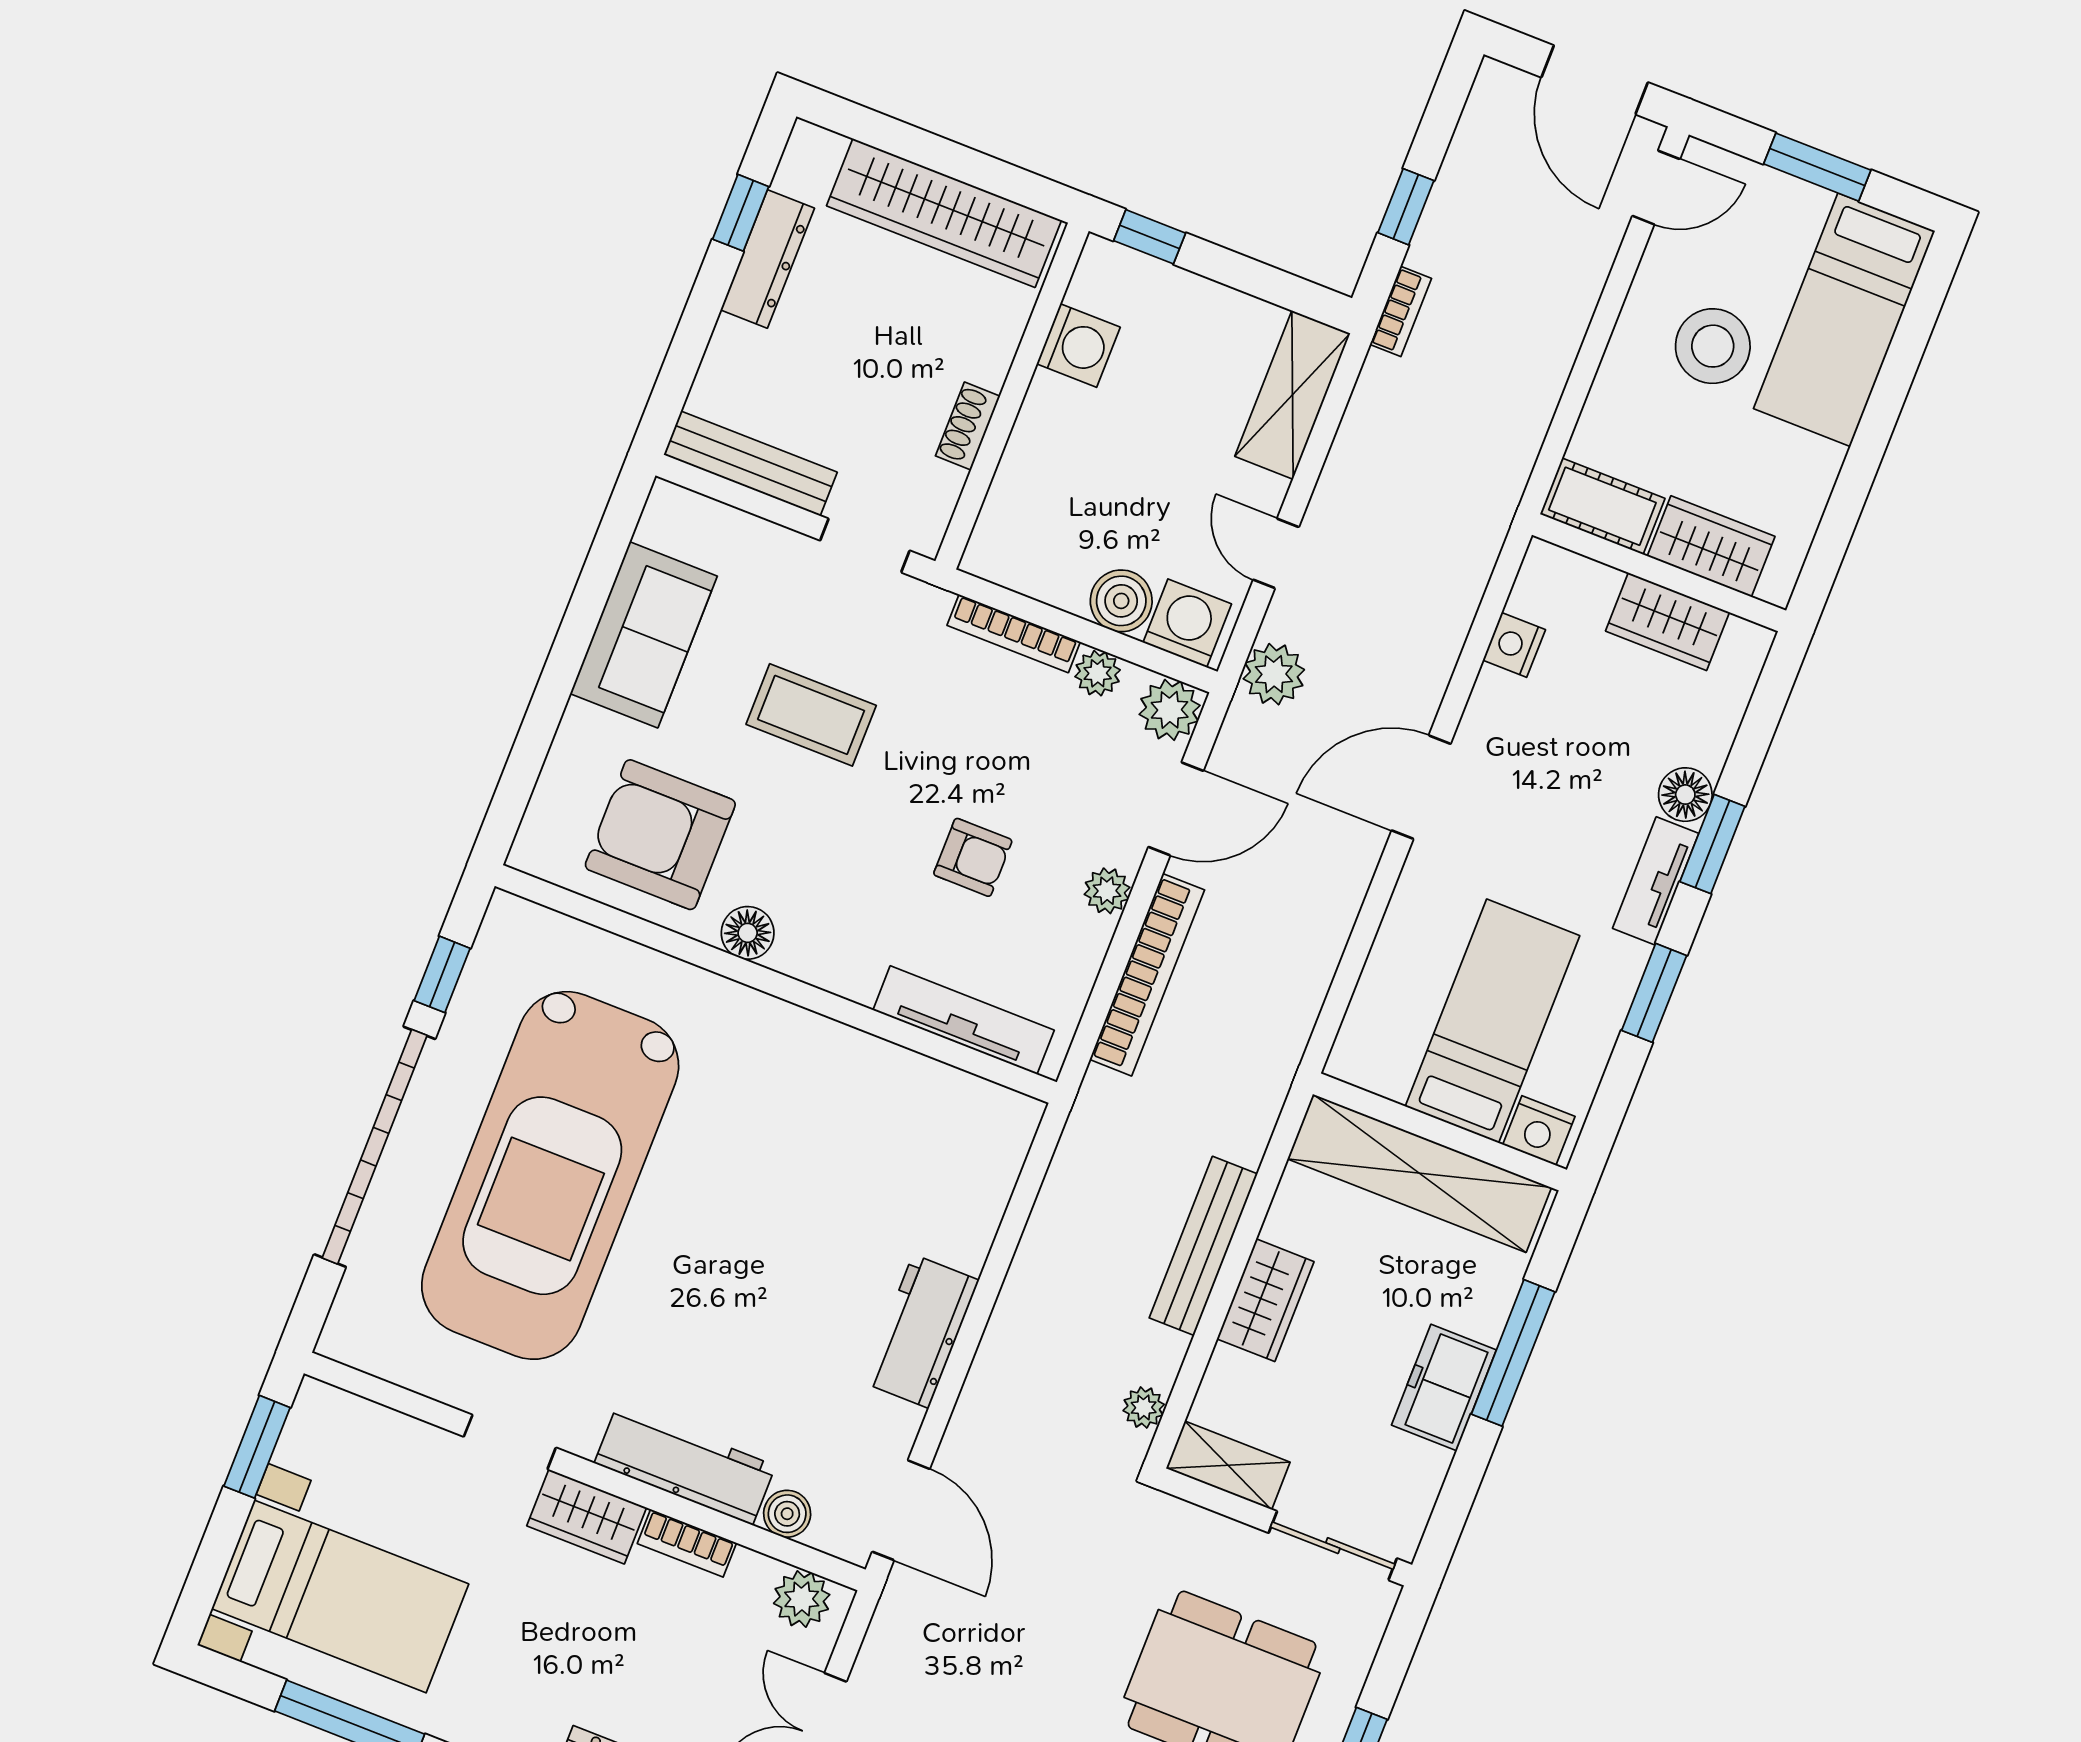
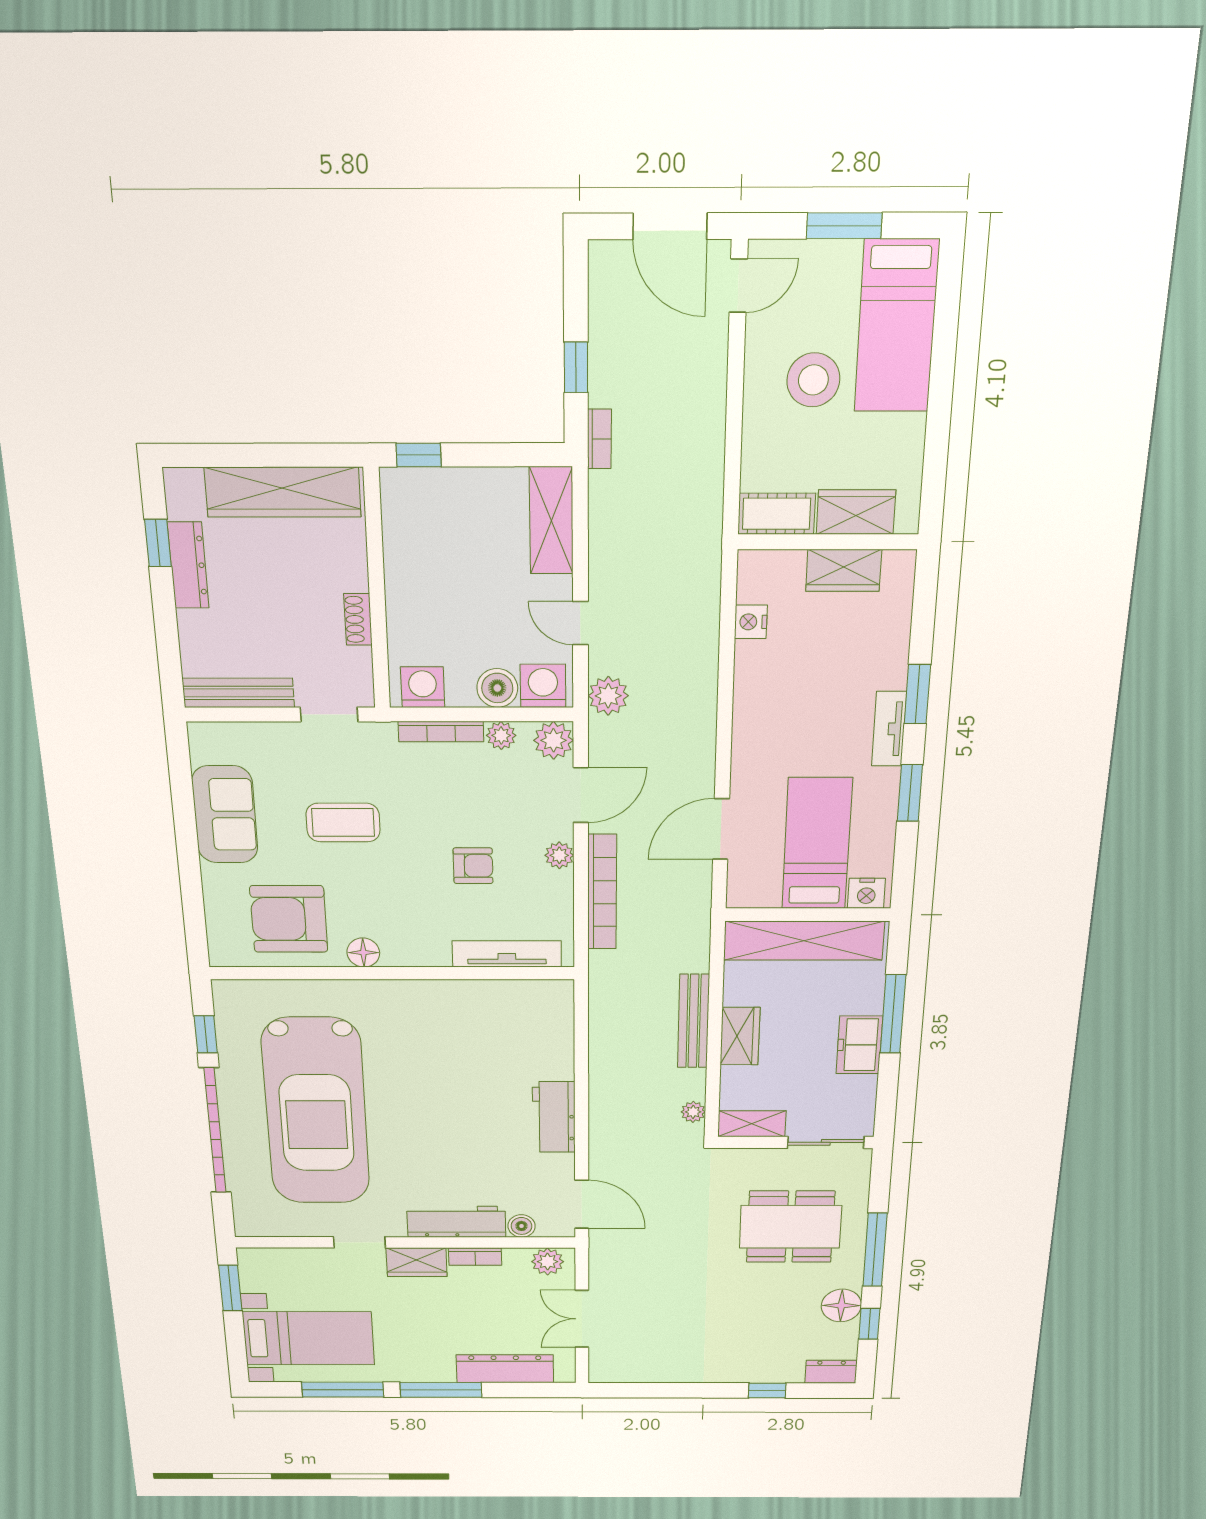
washing machine: (1078, 346) -> (423, 687), moved, turned -90
door: (1421, 787) -> (721, 829), moved
floor lamp: (1685, 795) -> (891, 671), removed

